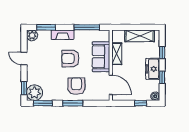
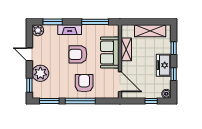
plant: (34, 93) -> (40, 73), moved
window: (73, 103) -> (80, 101), width x1.44

